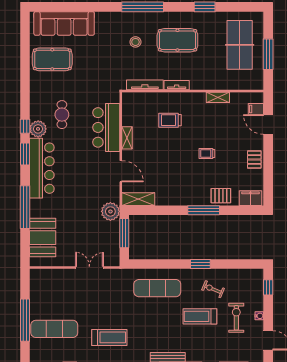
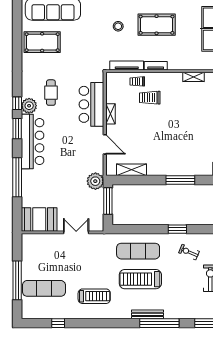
trolley: (207, 154) -> (137, 81), moved
pallet: (221, 196) -> (196, 167), removed
shelving: (138, 199) -> (131, 170), moved
booth: (43, 238) -> (39, 219), moved, turned 90
treadmill: (200, 316) -> (140, 279), moved, width x1.37, depth x1.38

